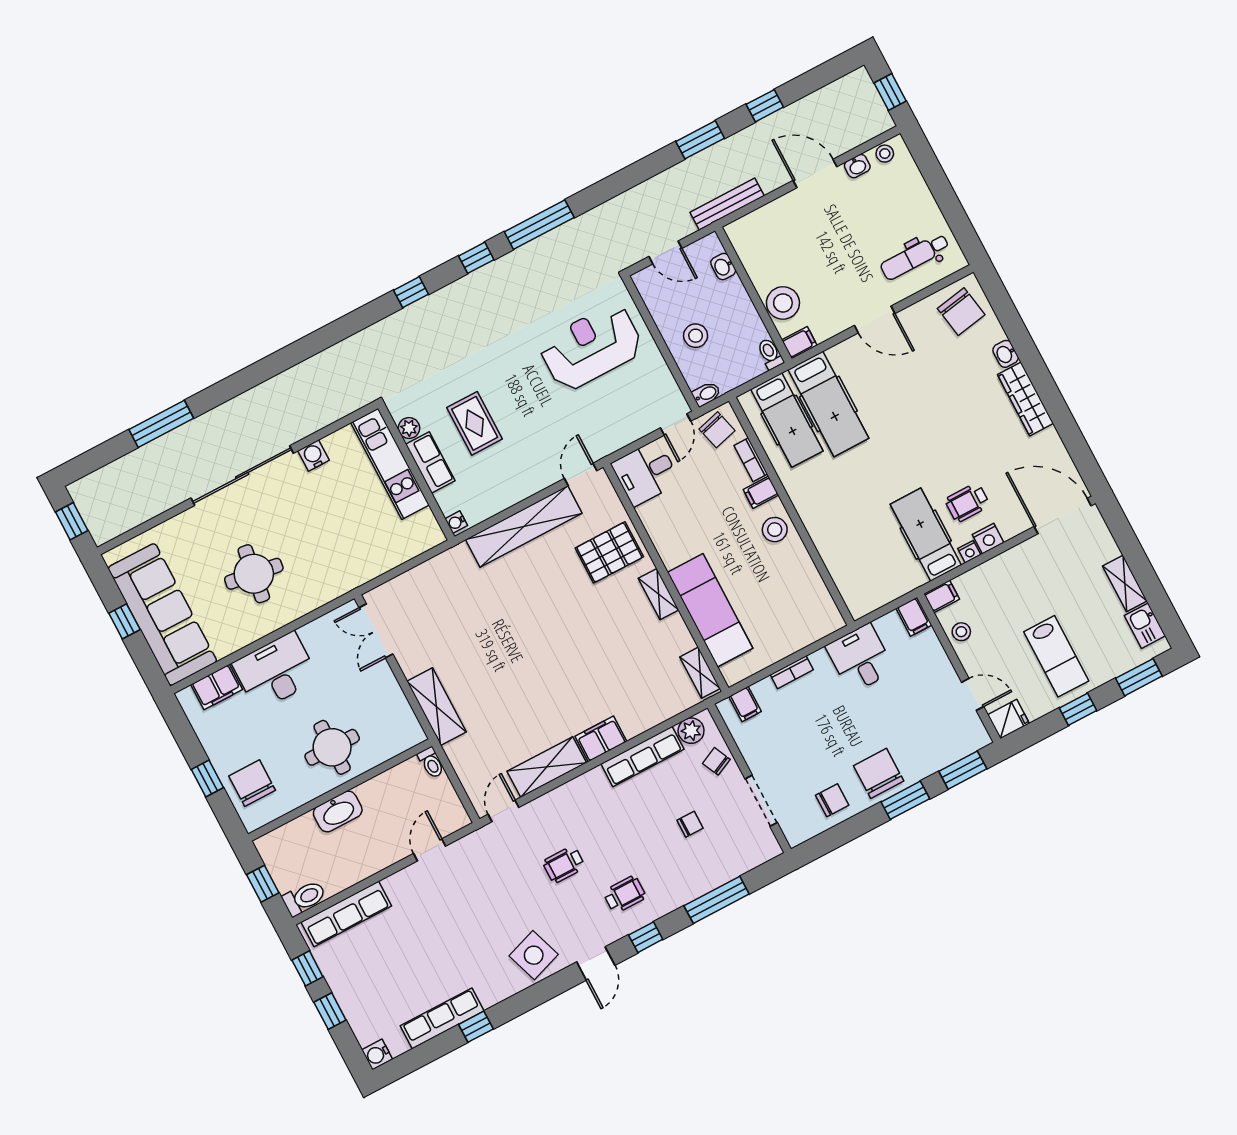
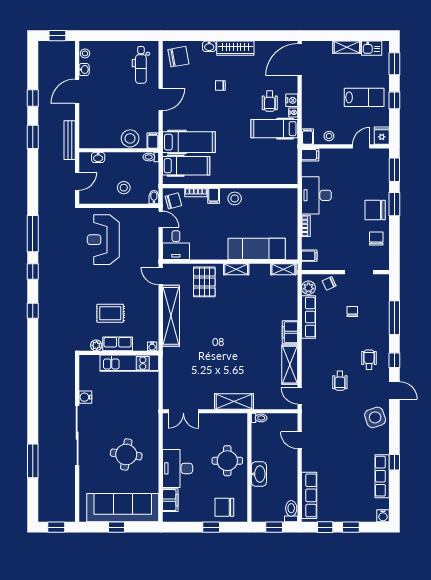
chair: (950, 407) -> (220, 86), added
kitchen unit: (390, 464) -> (129, 363), moved
desk: (860, 658) -> (316, 195), width x1.37

